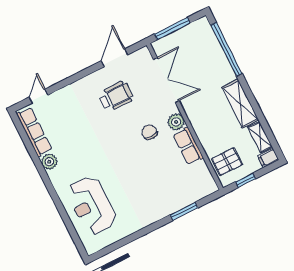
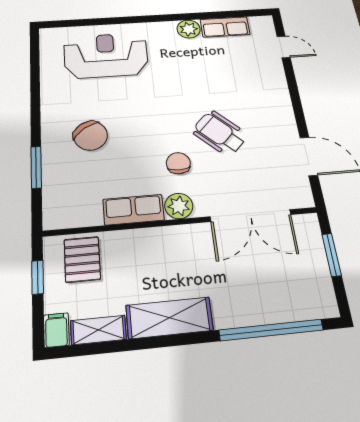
window: (172, 29) -> (332, 255), width x0.69
wheelchair: (116, 96) -> (220, 133), moved, turned 134
row of seats: (34, 132) -> (225, 27), width x0.68
chair: (149, 132) -> (178, 163), turned -90
chair: (152, 190) -> (91, 136), added

